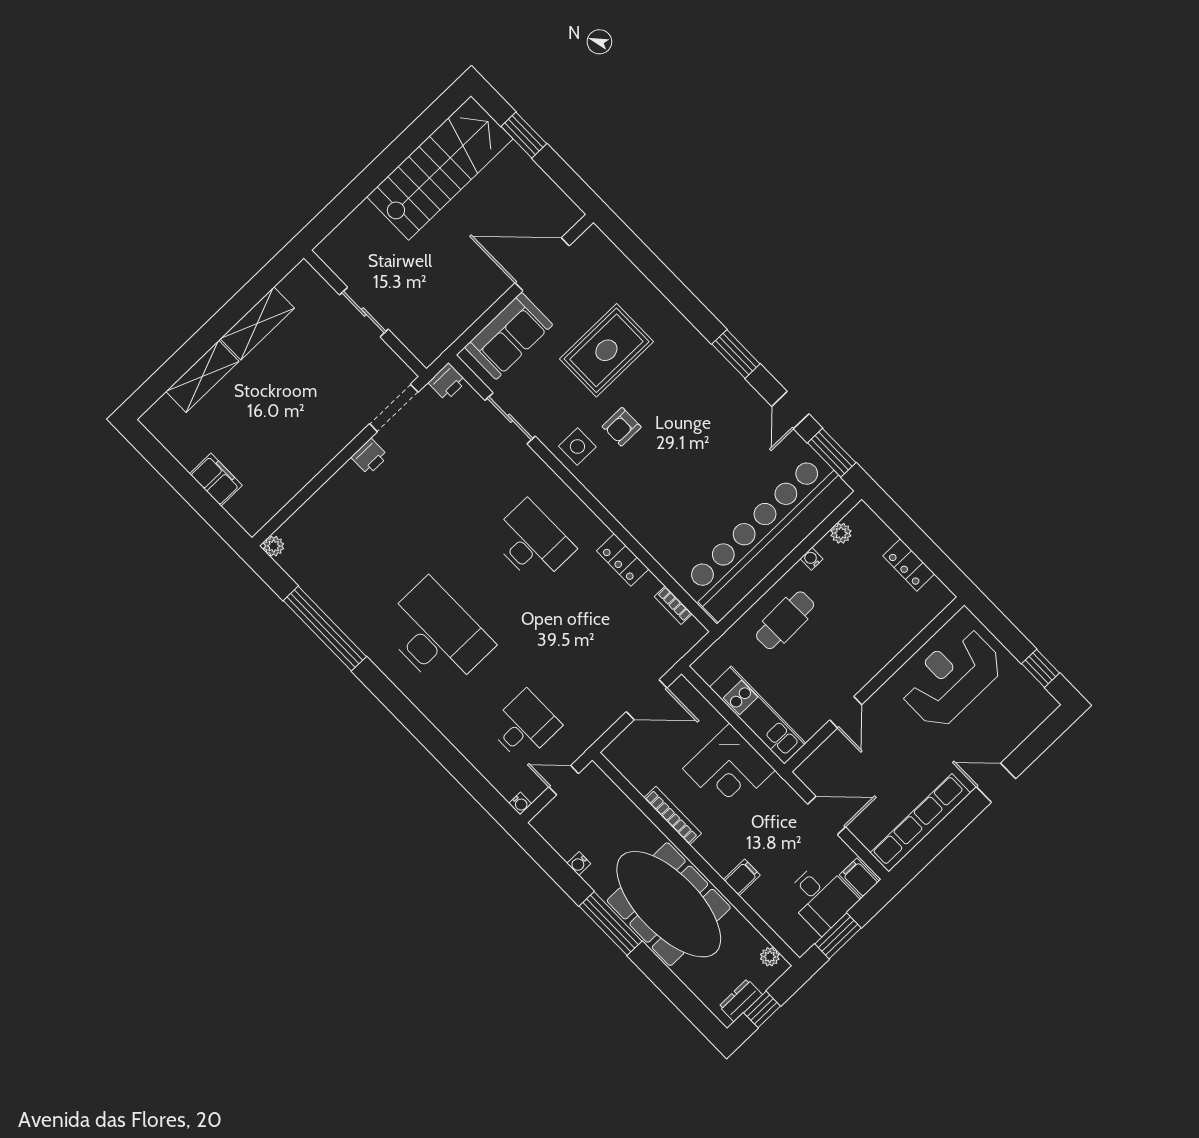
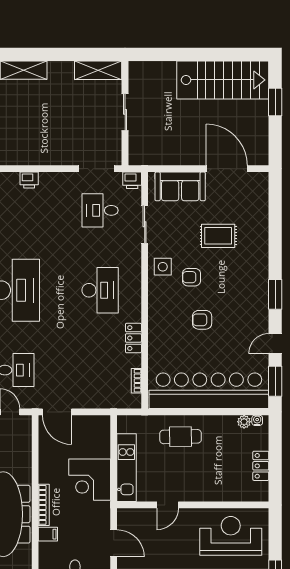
shelving: (257, 323) -> (98, 70), moved
rug: (606, 350) -> (218, 236), width x0.73, depth x0.70
desk: (444, 451) -> (100, 210), added
printer: (370, 457) -> (29, 180), moved
armchair: (681, 464) -> (202, 320), added
water cooler: (811, 559) -> (257, 420), moved
door: (647, 700) -> (57, 412), moved
bookcase: (673, 816) -> (44, 505), moved

